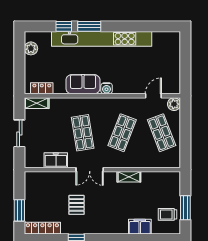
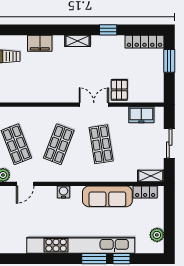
sofa: (83, 84) -> (107, 196), width x1.36
water cooler: (107, 88) -> (64, 192), moved
freezer: (56, 160) -> (141, 115), moved
shelving: (129, 177) -> (77, 41), moved
pallet: (76, 205) -> (119, 90), moved

